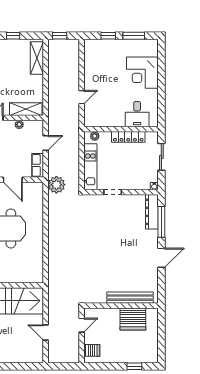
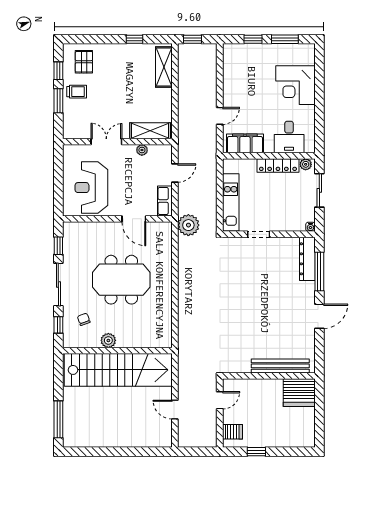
filing cabinet: (102, 119) -> (245, 143), added
plant: (95, 136) -> (306, 164), moved
server rack: (133, 319) -> (299, 393), moved
window: (134, 366) -> (256, 452), moved

